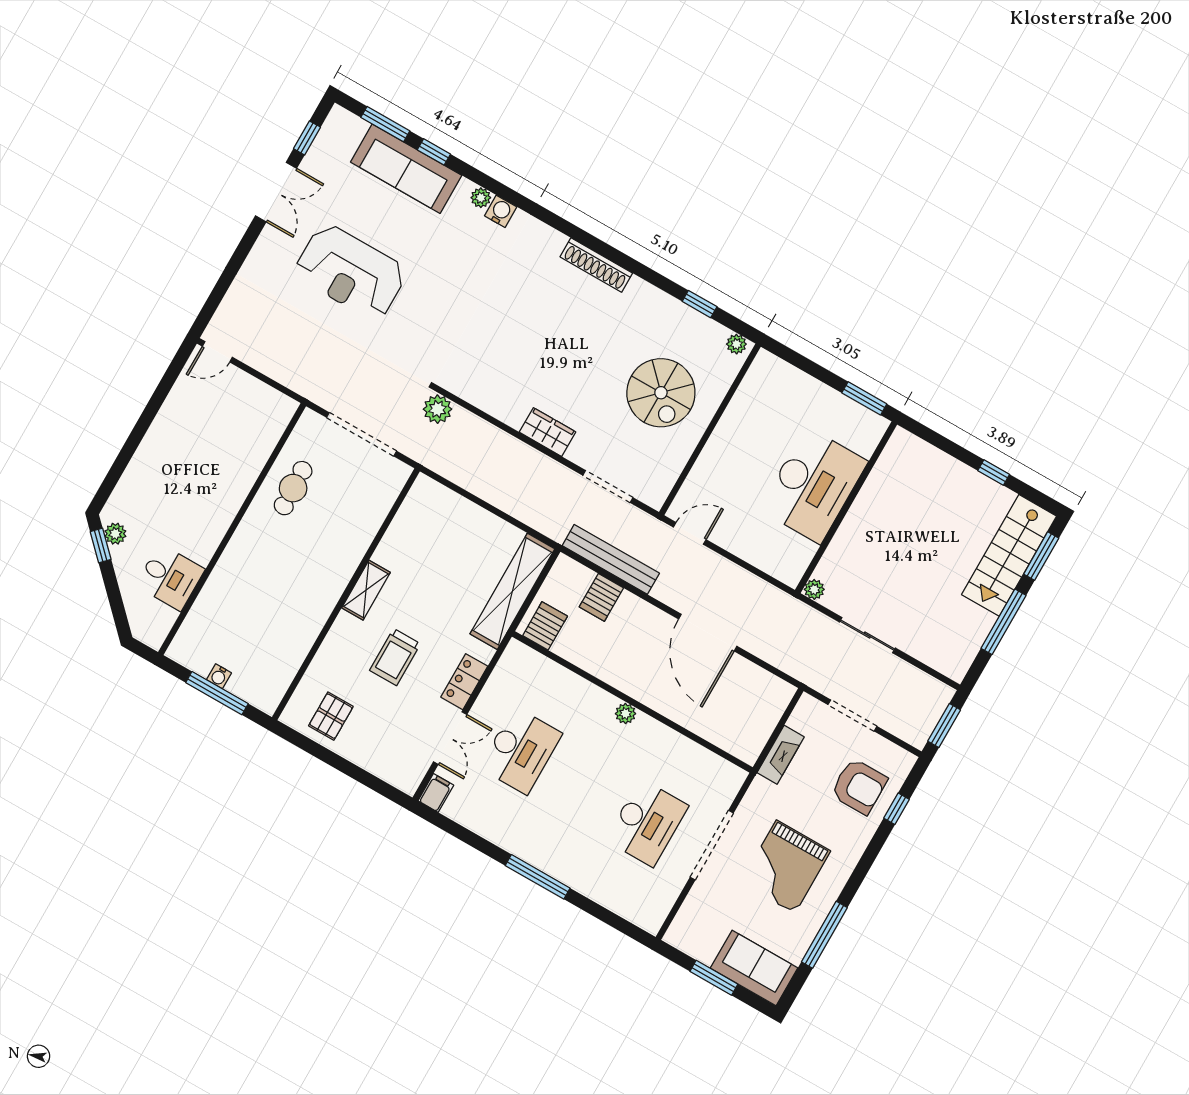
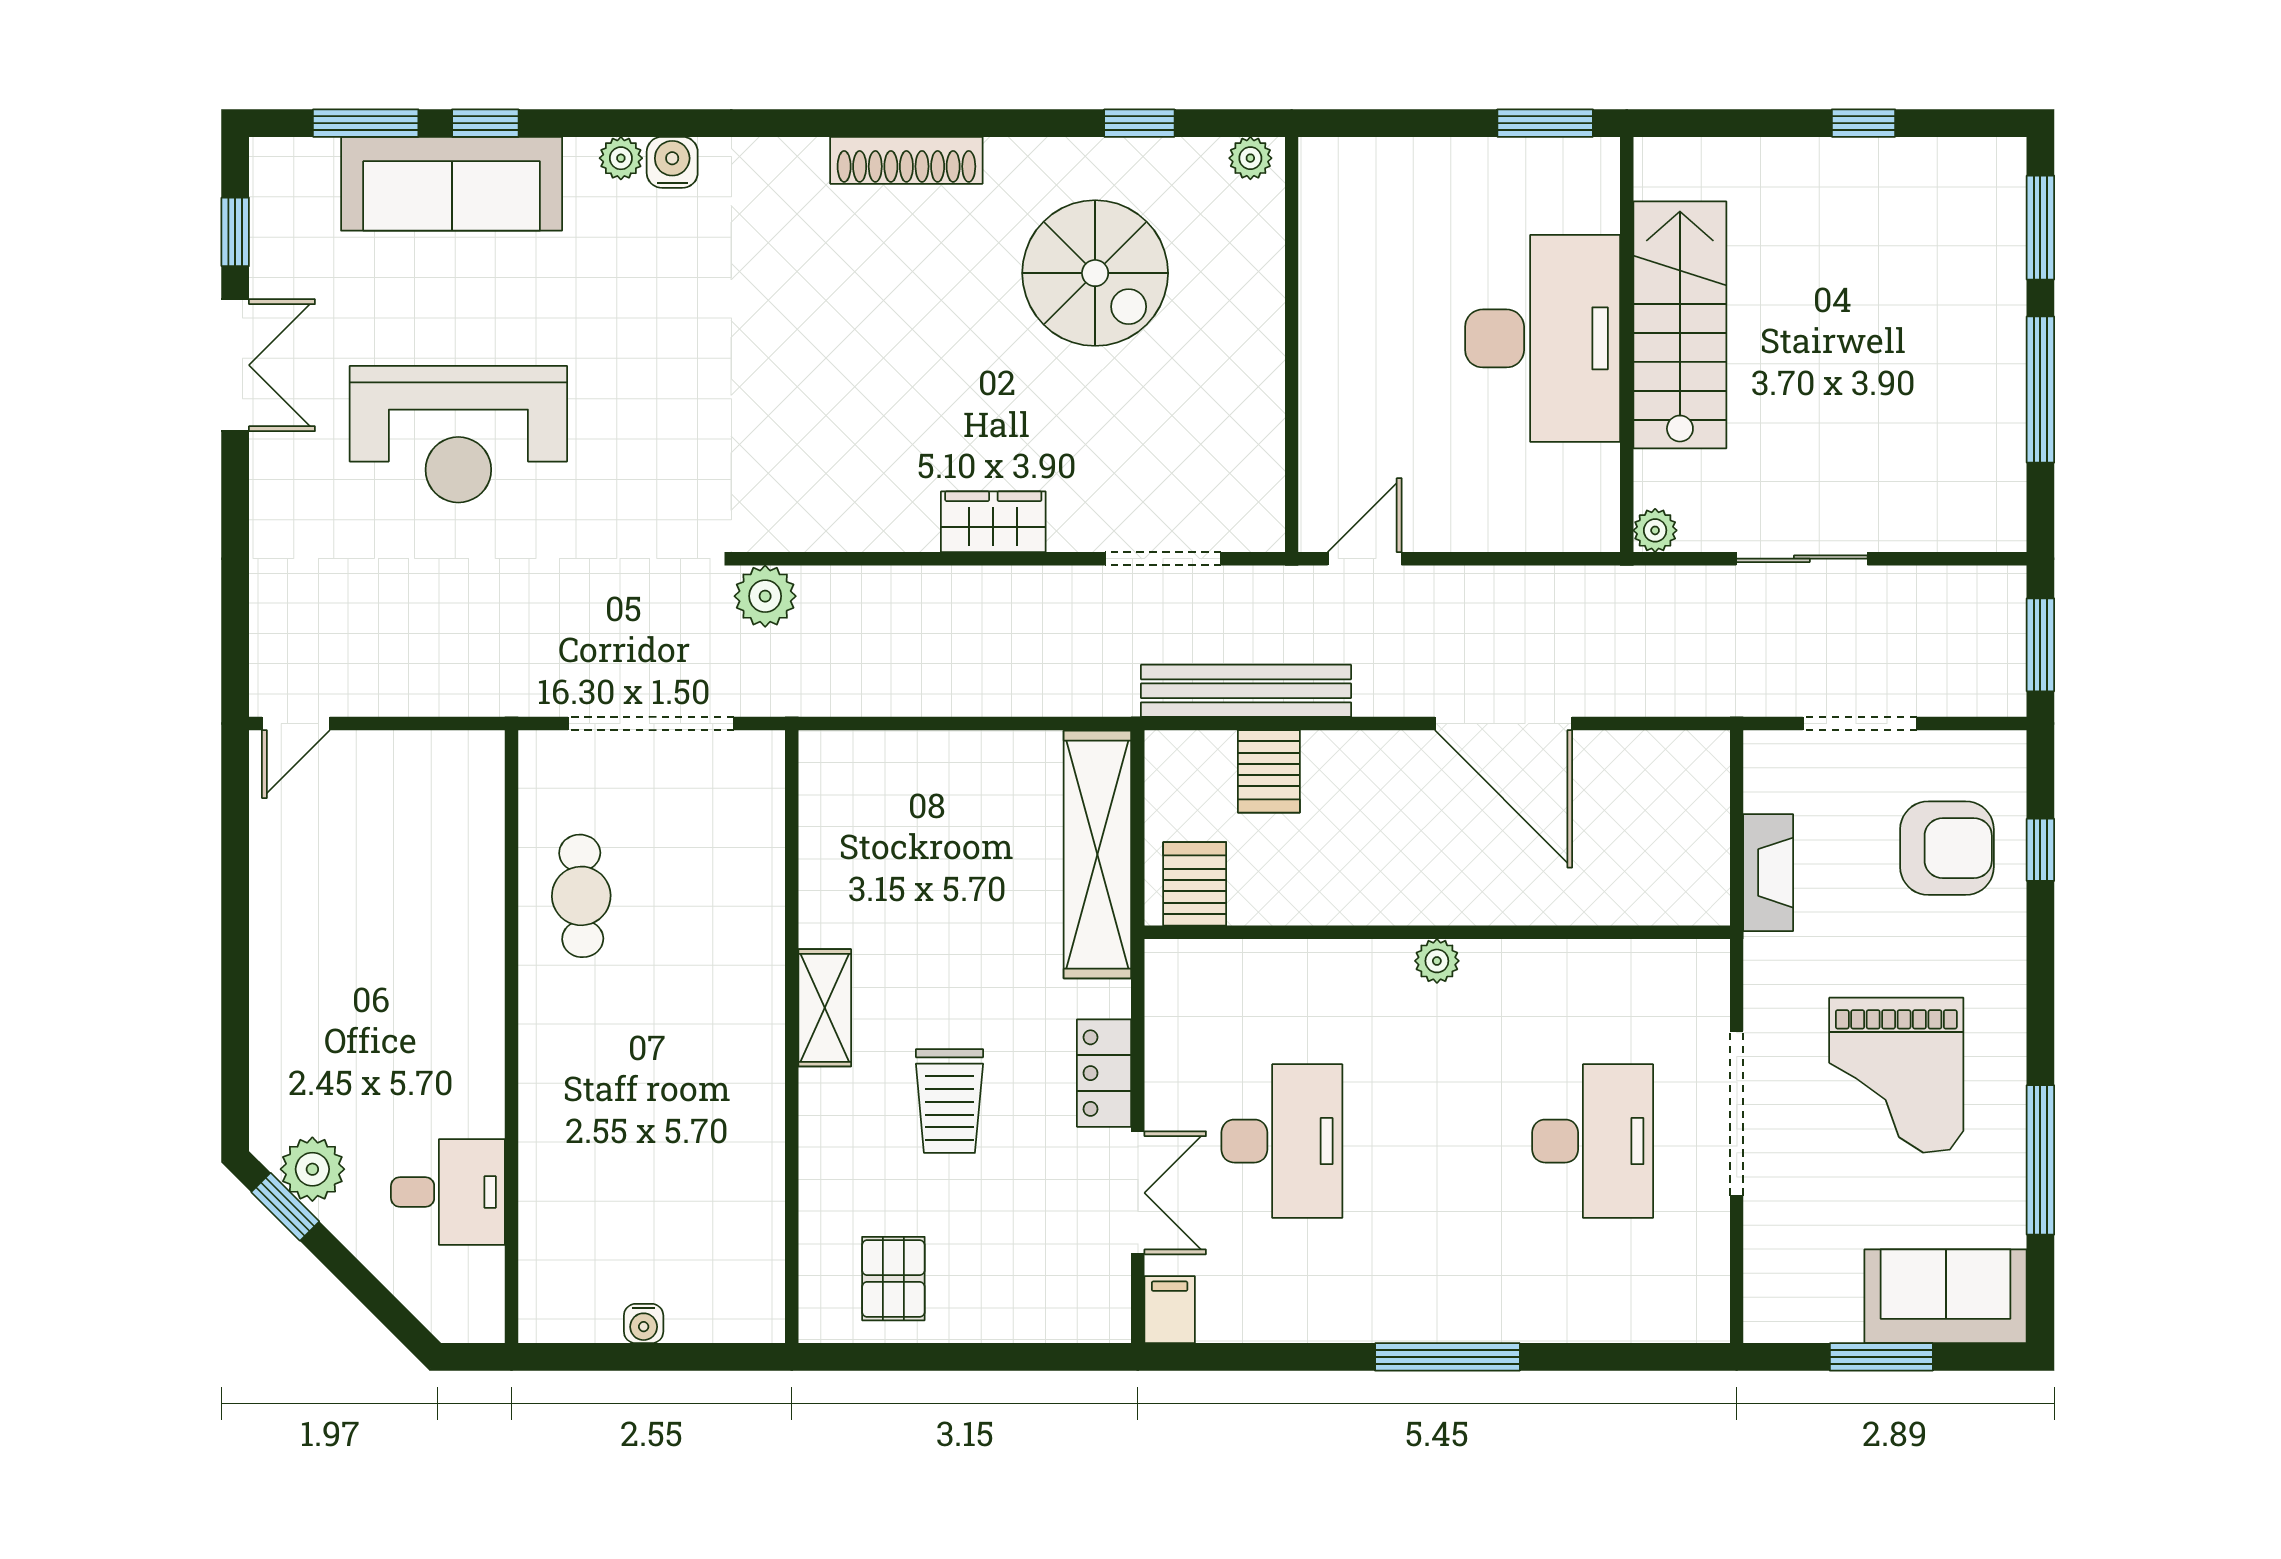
spiral stairs: (661, 393) -> (1095, 273), moved
plant: (115, 534) -> (312, 1169), width x1.38, depth x1.38
stairs: (1009, 555) -> (1680, 325), moved, turned 180
window: (217, 693) -> (658, 1357), removed

